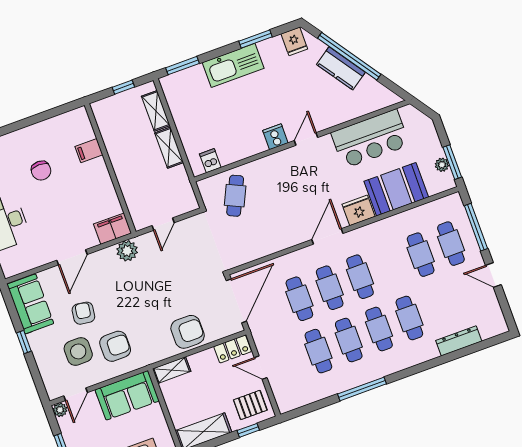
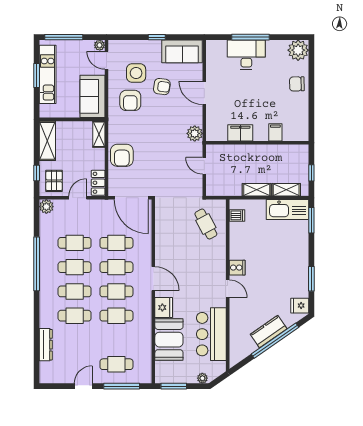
kitchen sink: (233, 65) -> (287, 210), moved, turned -90
plant: (442, 165) -> (202, 378), moved
chair: (41, 171) -> (297, 84), moved
cafe table: (235, 196) -> (206, 224), turned 37
filing cabinet: (112, 229) -> (240, 133), moved, turned -90
cafe table: (421, 255) -> (116, 316), moved
window: (362, 389) -> (37, 264), width x1.46
plant: (286, 403) -> (46, 207), added

